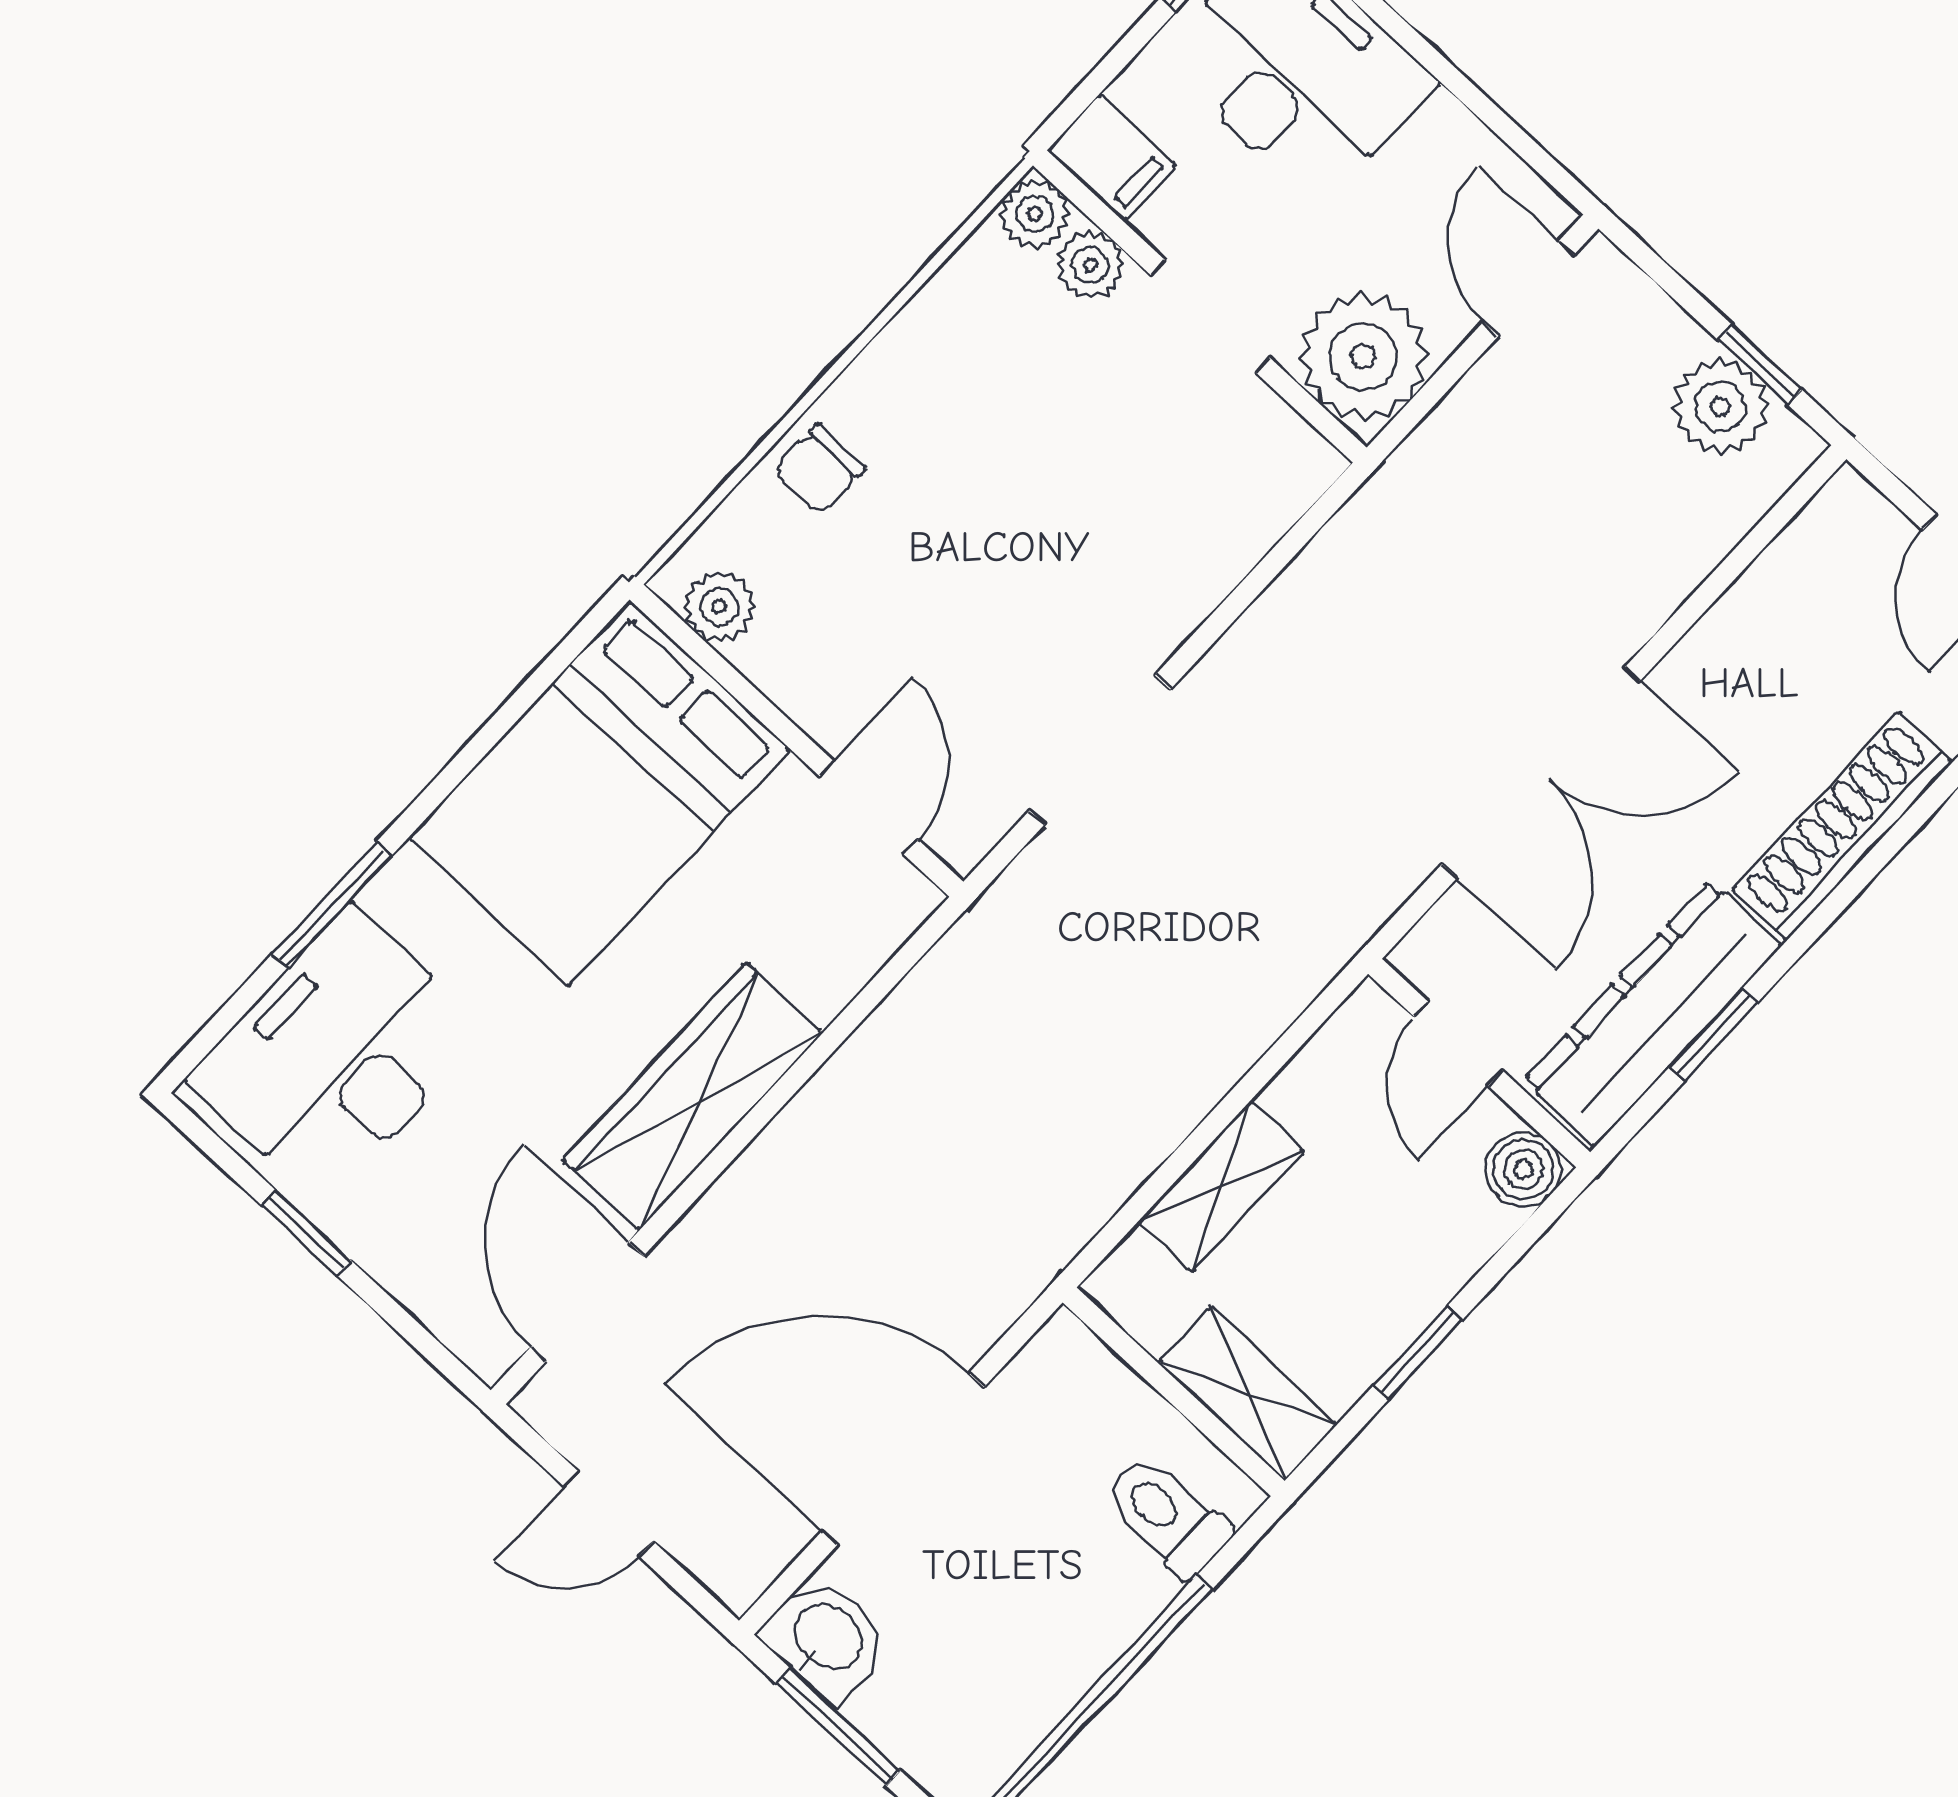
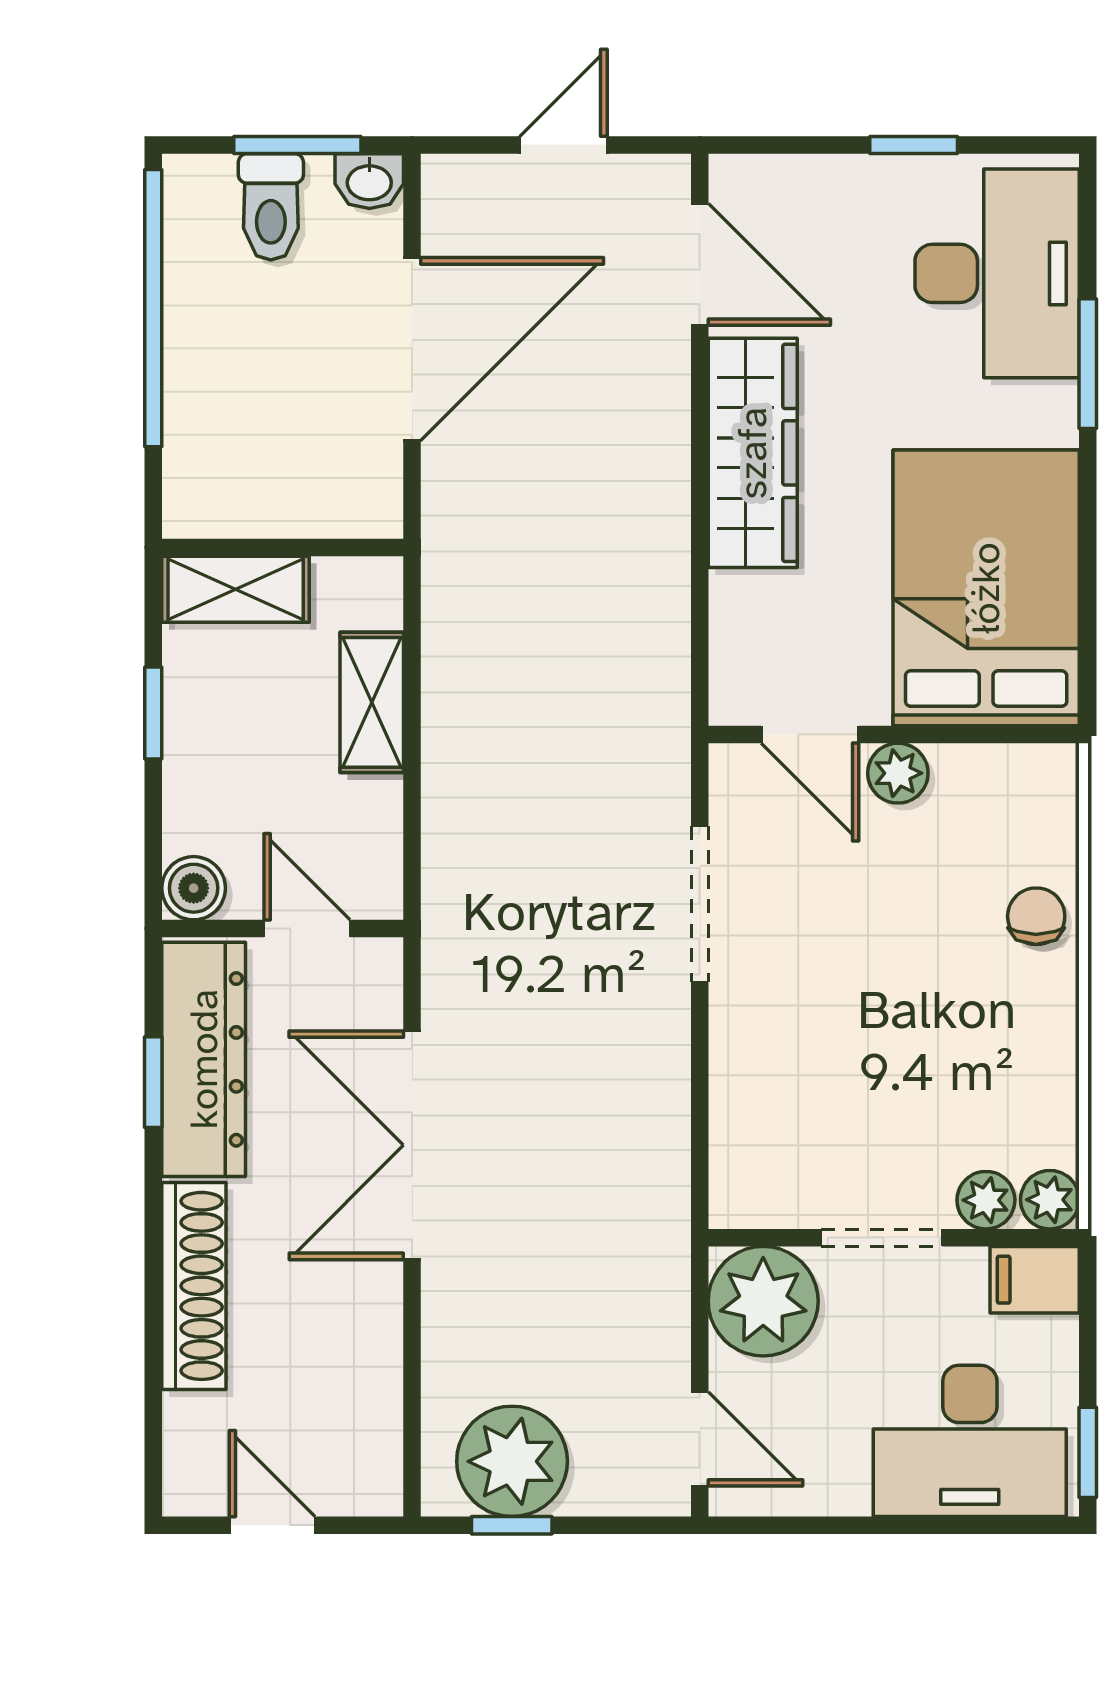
plant: (1720, 407) -> (512, 1461), width x1.36, depth x1.36
plant: (719, 607) -> (898, 773), moved
toilet: (1167, 1516) -> (271, 207), moved, turned 90
washbasin: (826, 1638) -> (369, 181), width x0.72, depth x0.69

